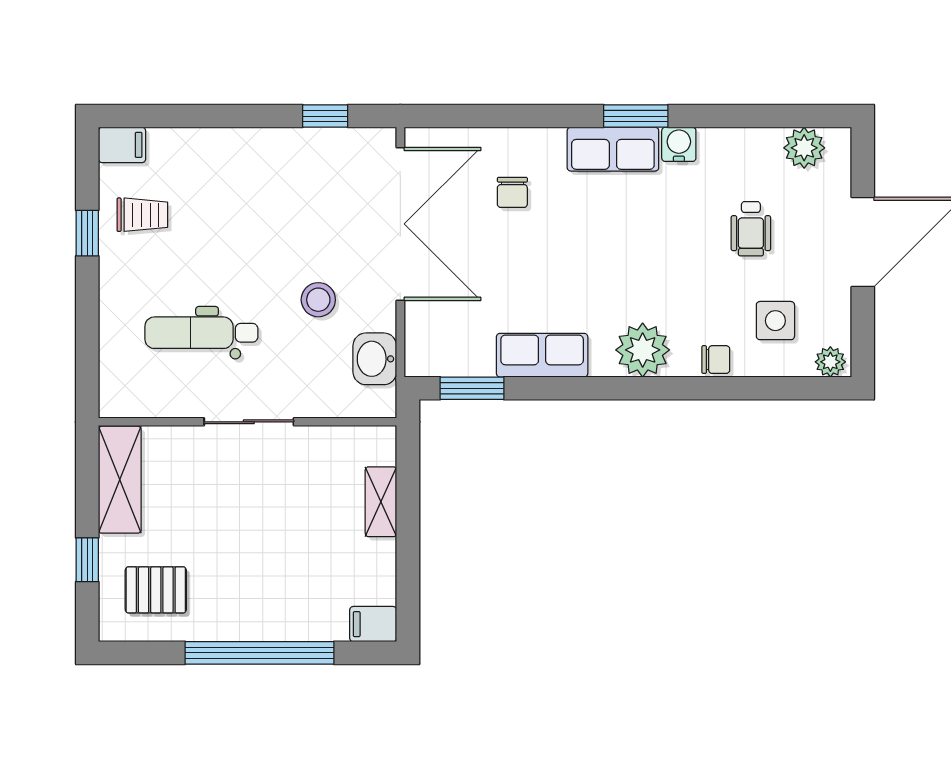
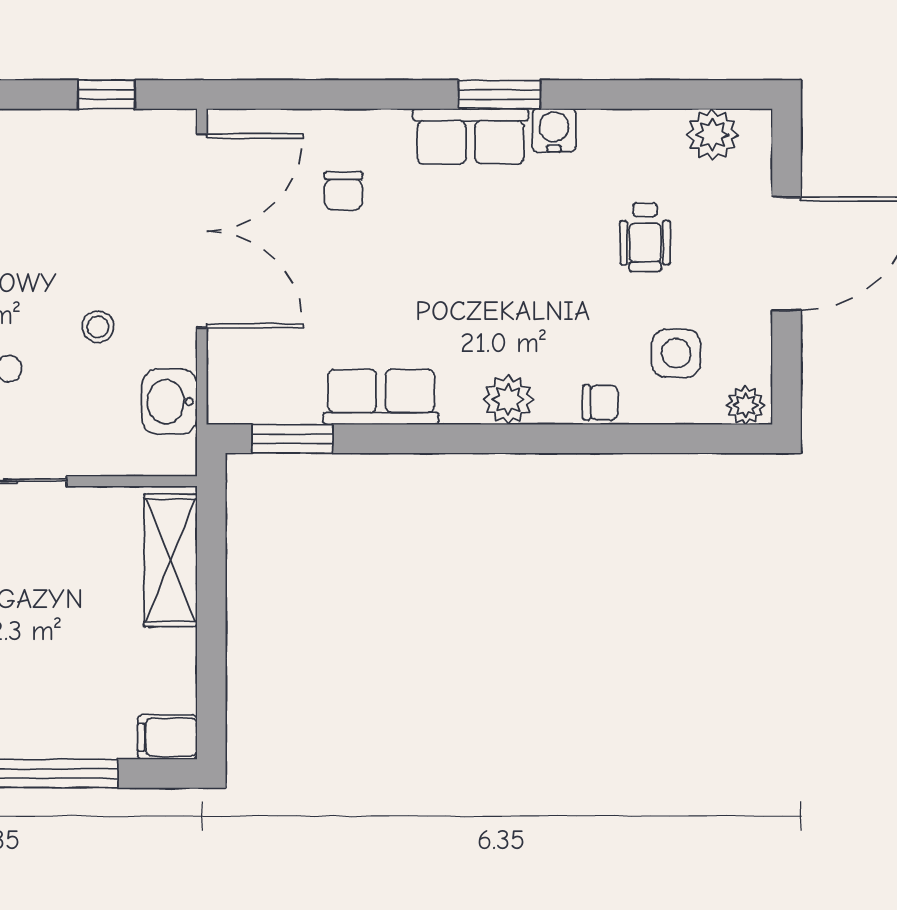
stool: (318, 300) -> (98, 327), width x0.73, depth x0.73
plant: (643, 350) -> (508, 400), width x0.73, depth x0.73
shelving: (381, 502) -> (171, 560), width x1.50, depth x1.33

